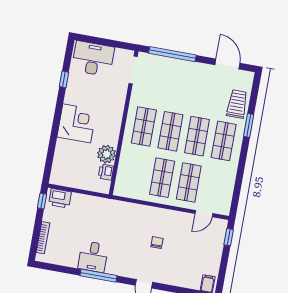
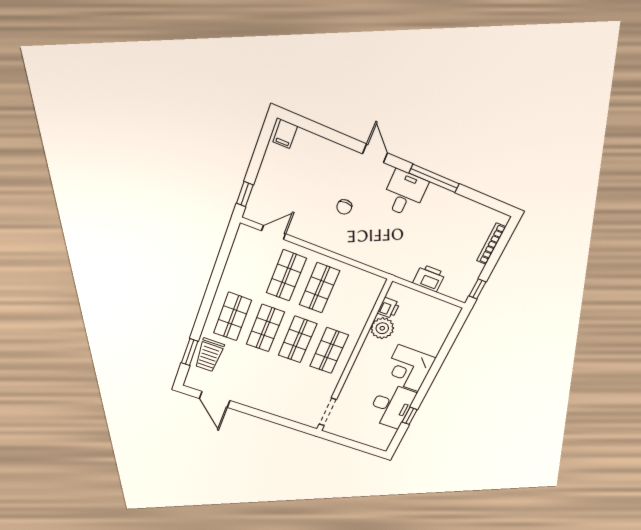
window: (172, 54) -> (278, 420), removed
desk: (93, 59) -> (391, 406), moved, turned -90
window: (249, 125) -> (190, 352), moved
printer: (60, 198) -> (429, 278), moved
desk: (93, 257) -> (404, 193), moved

